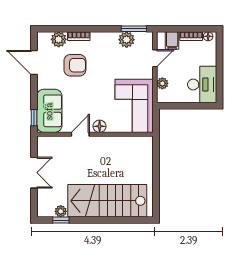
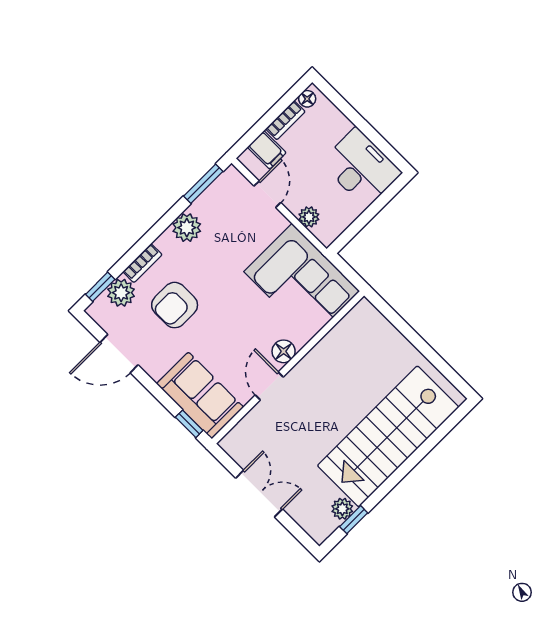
window: (53, 29) -> (100, 287), added
plant: (127, 40) -> (187, 228), moved
armchair: (75, 65) -> (175, 305), turned 180

